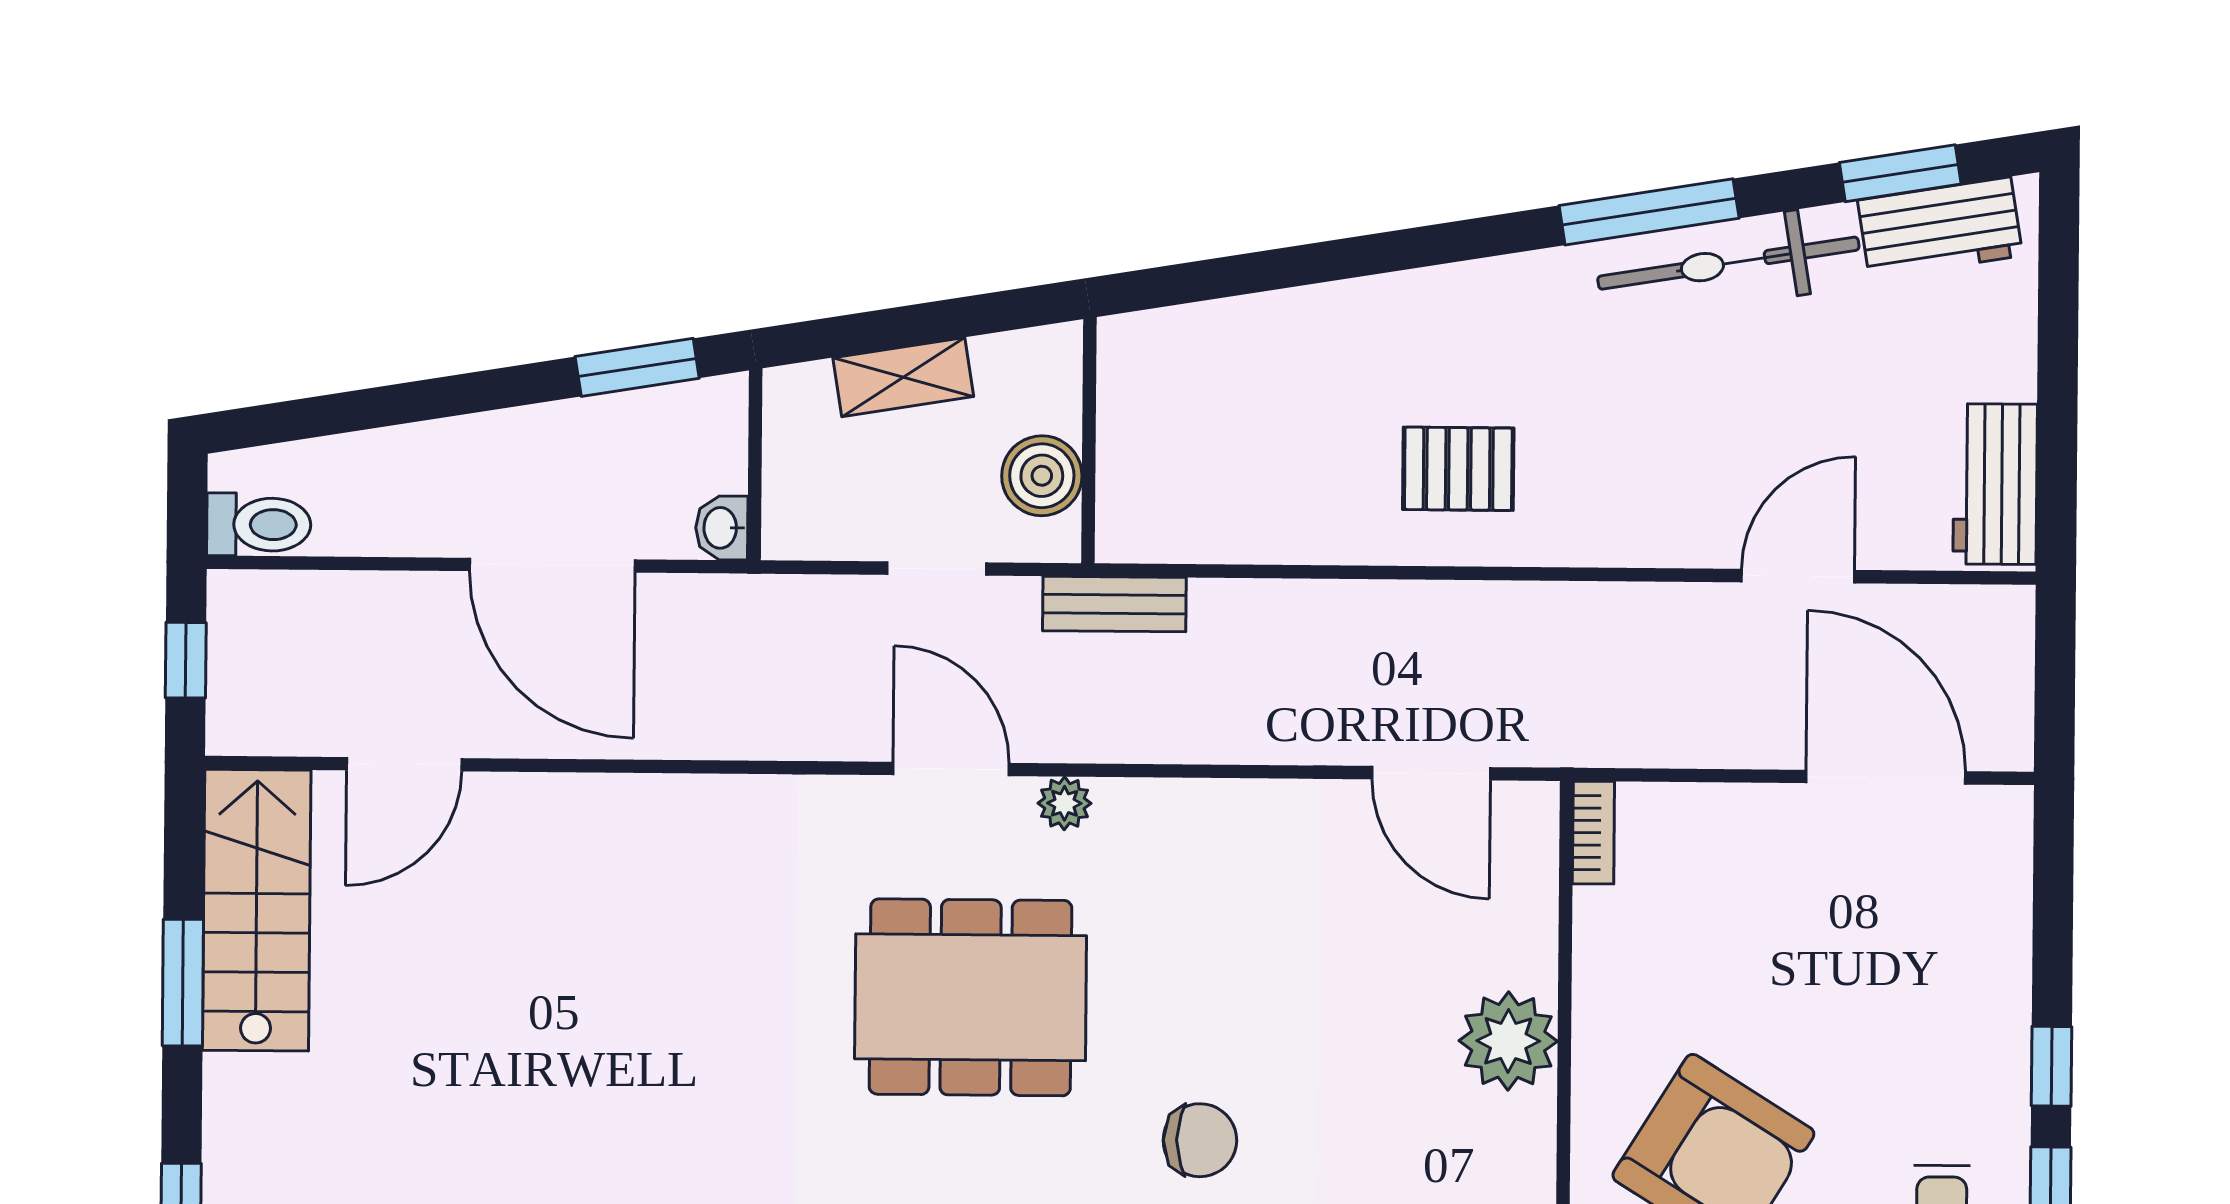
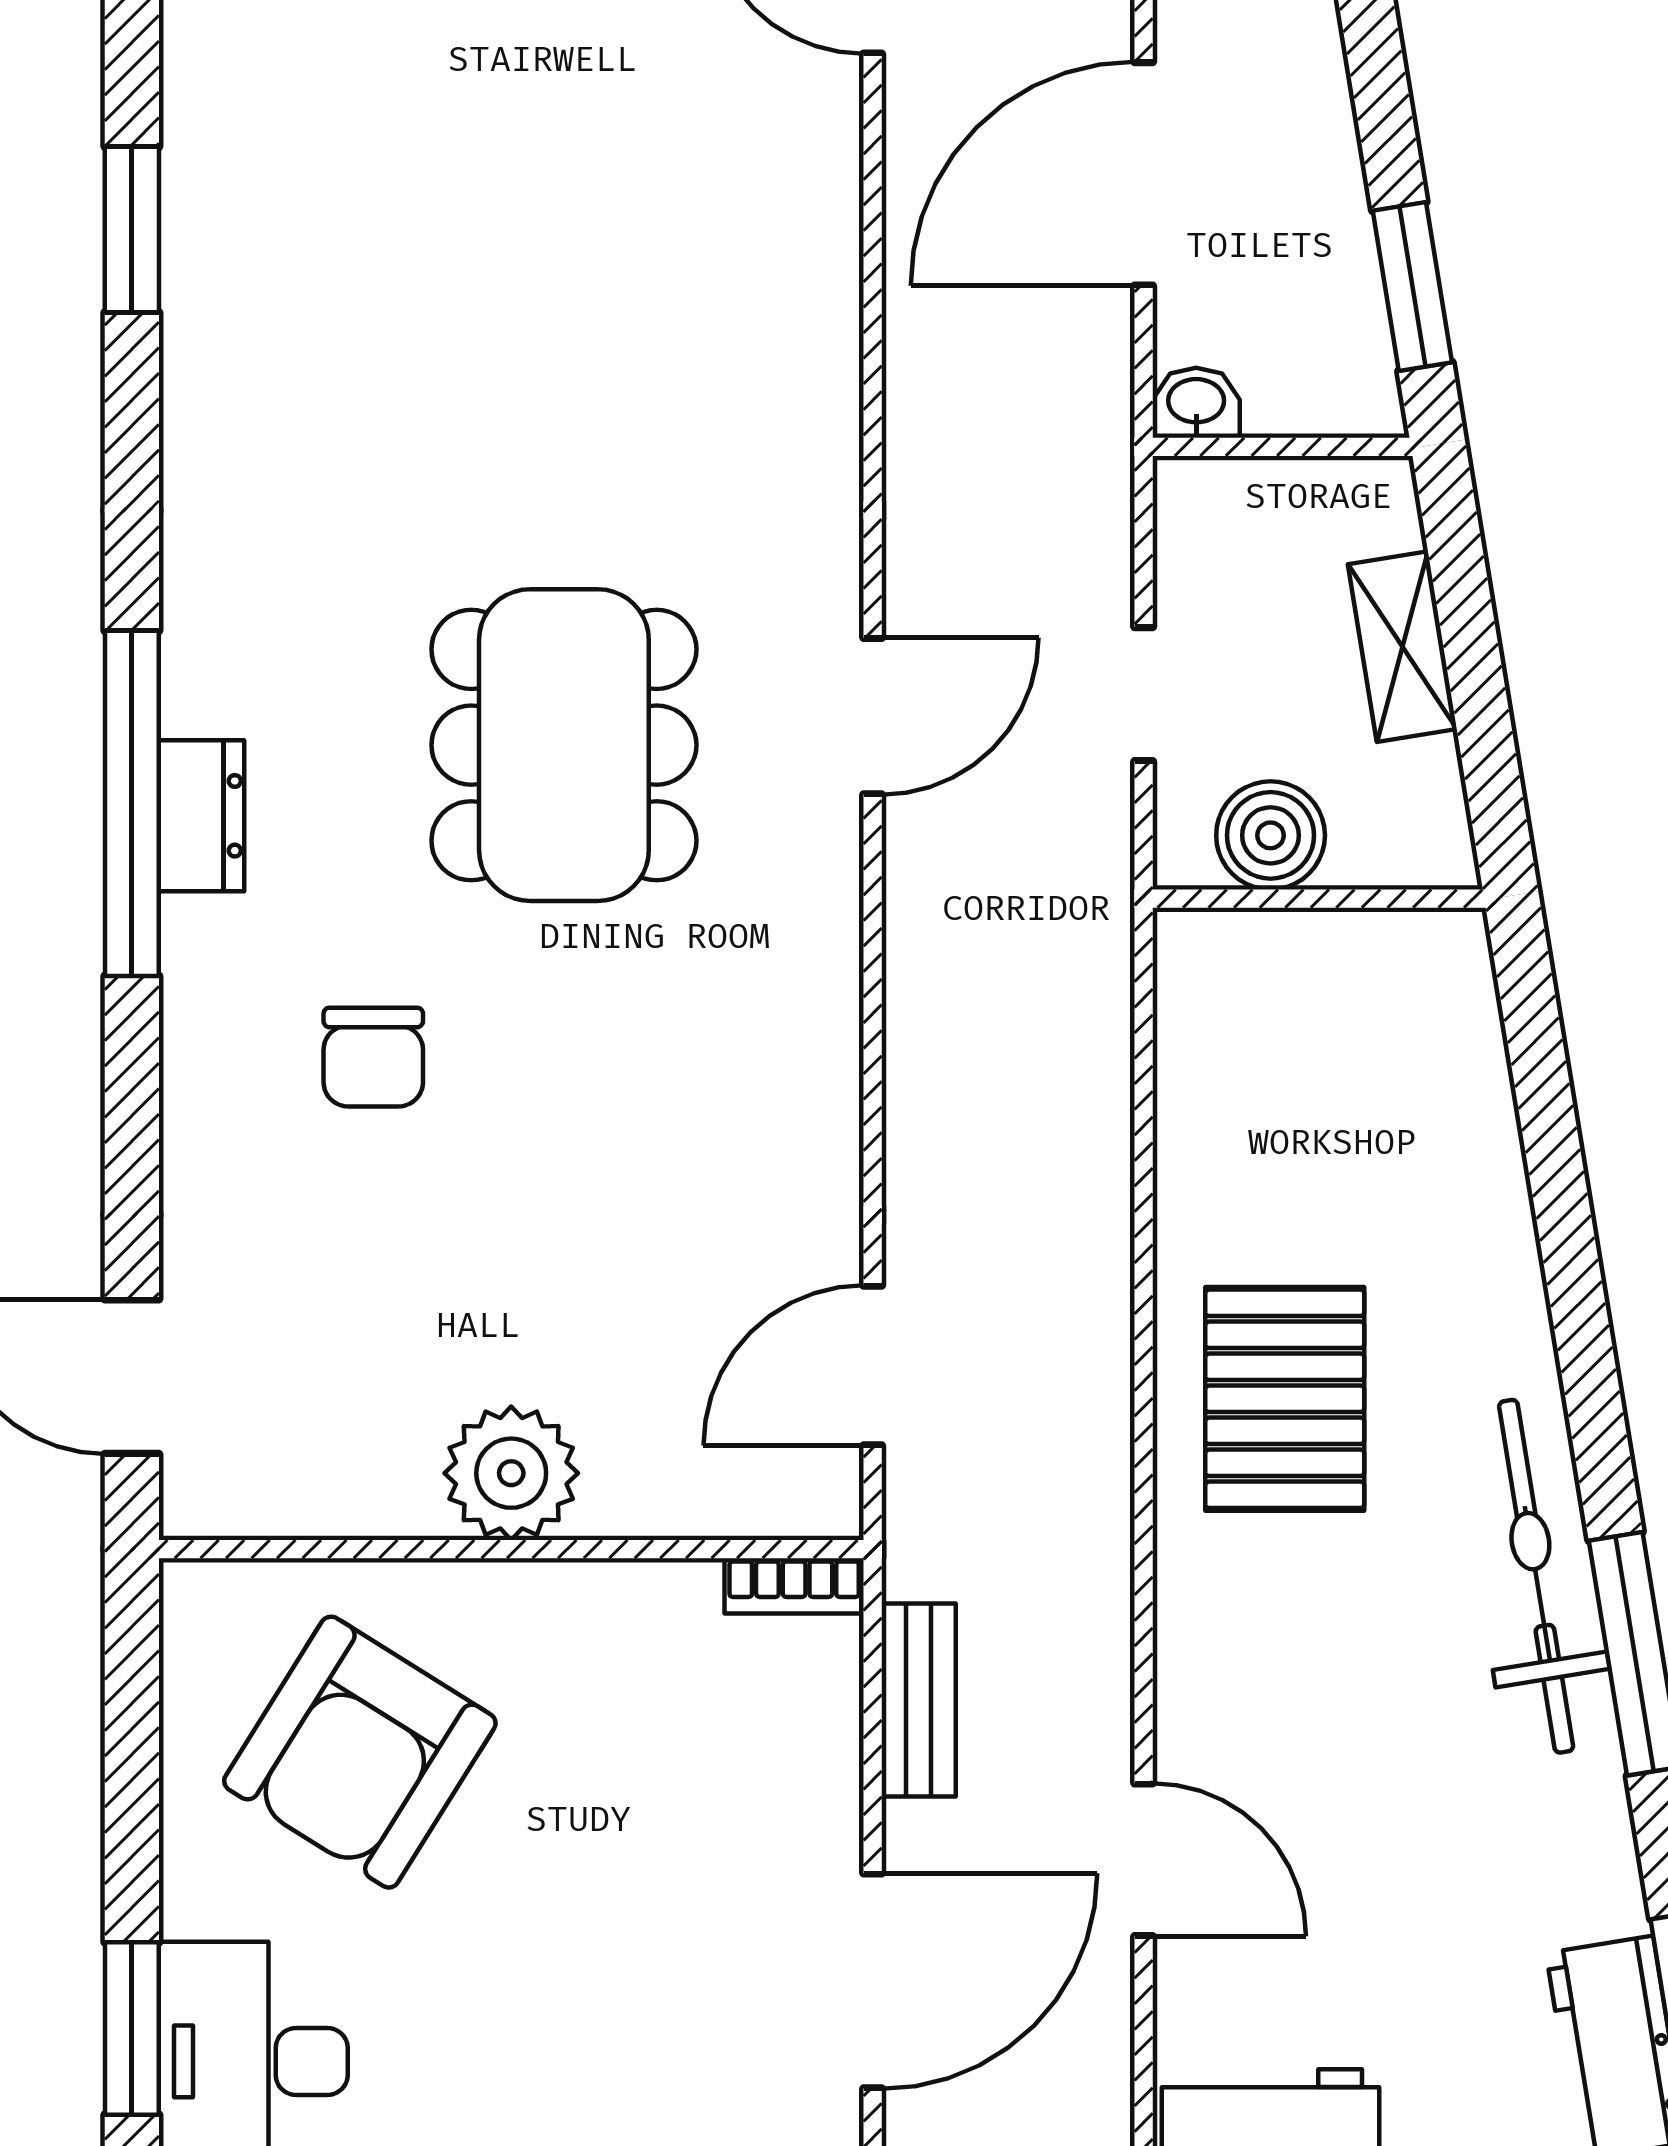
bicycle: (1728, 263) -> (1536, 1576), moved
pallet: (1458, 469) -> (1285, 1399), width x1.50, depth x1.42
bench: (1114, 604) -> (919, 1700), moved
plant: (1064, 803) -> (828, 870), removed

